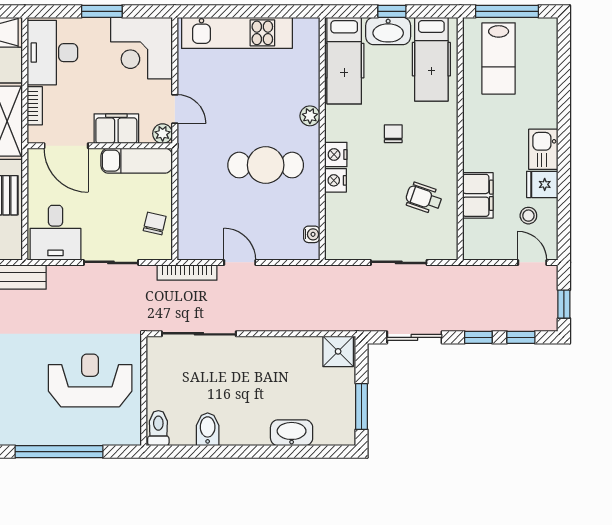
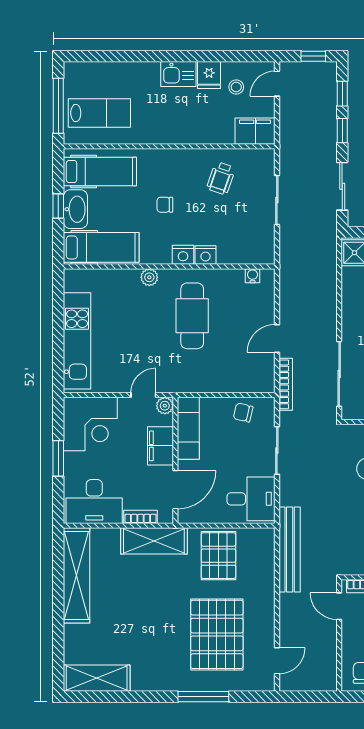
filing cabinet: (478, 195) -> (255, 131), moved

